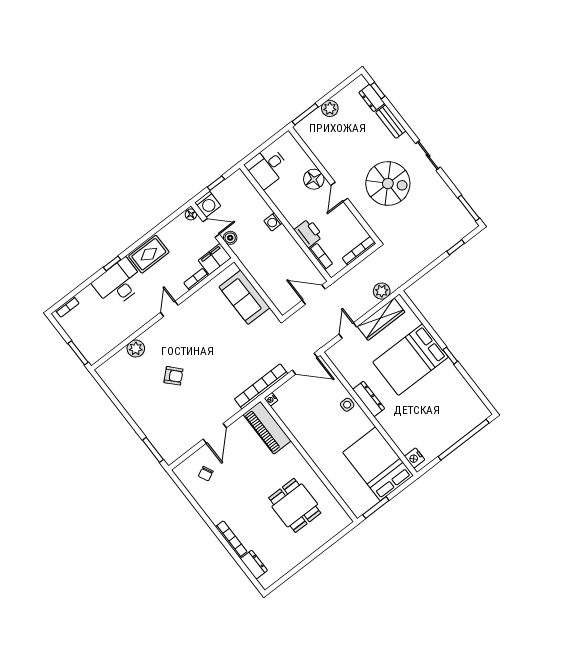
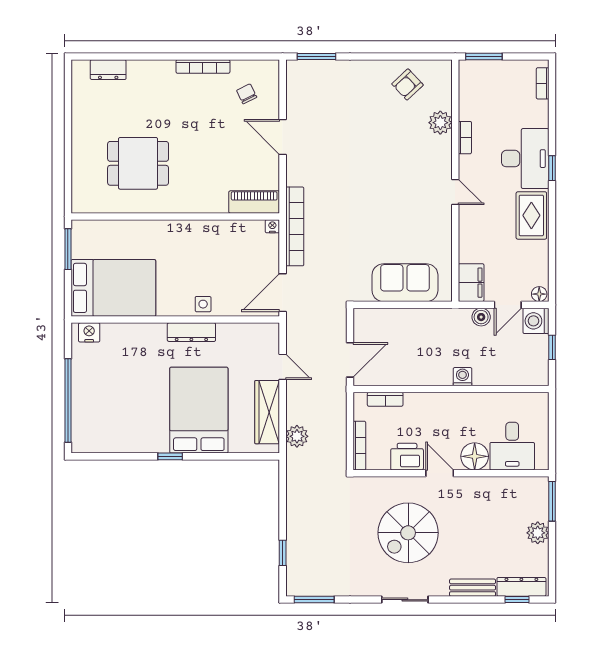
dresser: (372, 98) -> (521, 587), width x1.44
desk: (267, 167) -> (512, 446), moved, turned 180
printer: (308, 233) -> (407, 457), moved, turned 180
bookcase: (196, 279) -> (465, 138), moved
armchair: (173, 376) -> (408, 84), moved
piano: (267, 428) -> (254, 202), width x0.73, depth x0.75
bookcase: (231, 539) -> (203, 67), moved

